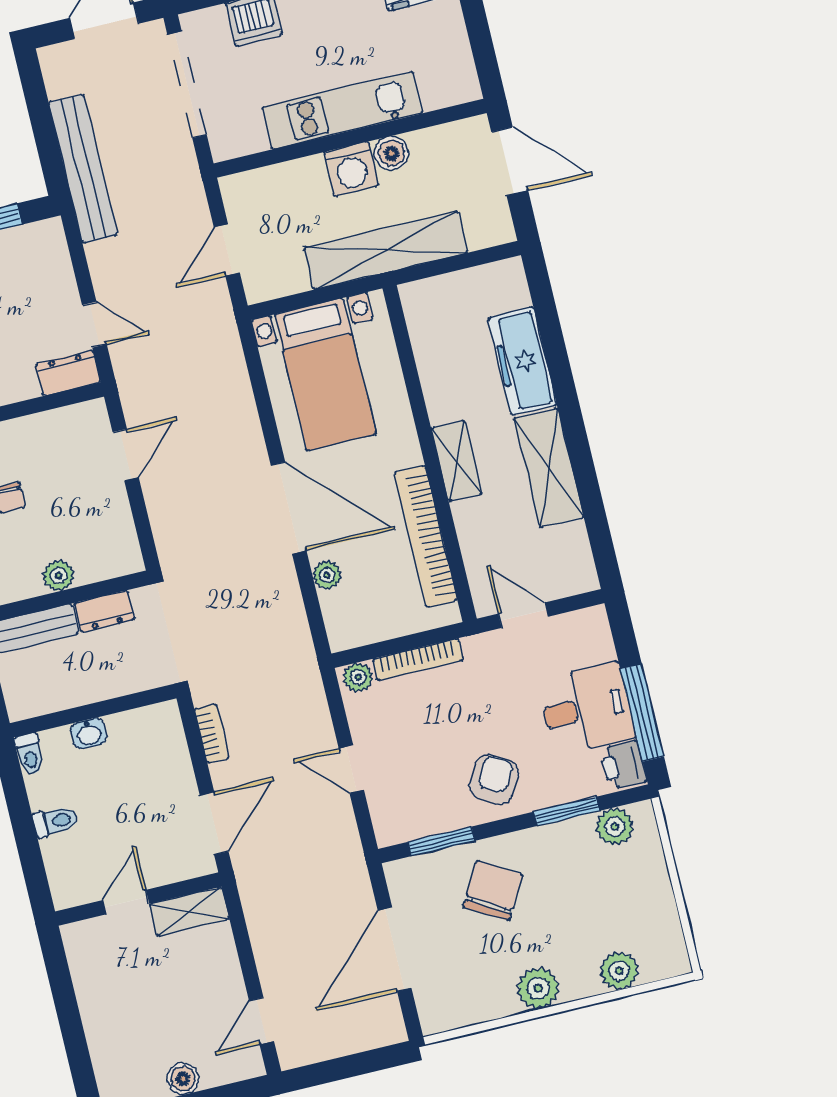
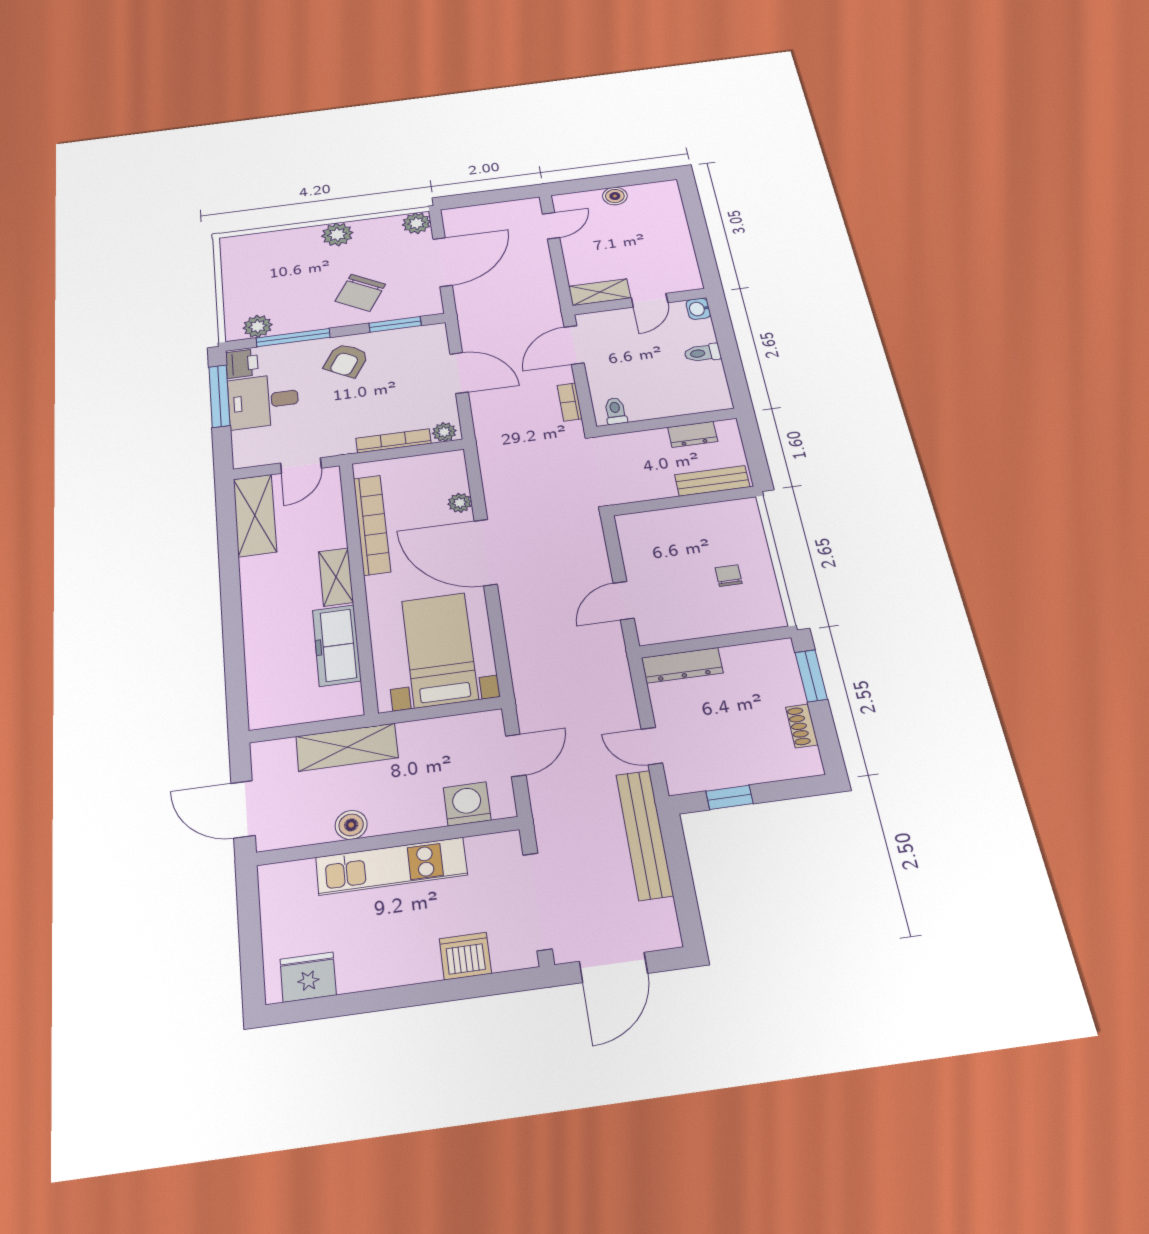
washing machine: (351, 169) -> (467, 804), moved
shelving: (386, 250) -> (347, 747), width x0.68
door: (94, 325) -> (652, 746), moved
freezer: (522, 361) -> (337, 645), moved, turned 180
dresser: (68, 373) -> (682, 665), width x1.44
shelving: (549, 468) -> (255, 515), moved
plant: (59, 576) -> (689, 517), removed
dresser: (105, 611) -> (693, 434), moved, turned 180
door: (523, 615) -> (301, 466), hinge flipped
washbasin: (89, 733) -> (698, 309), moved, turned -90
toilet: (30, 754) -> (615, 411), moved
door: (351, 769) -> (459, 373), width x1.38
window: (567, 811) -> (293, 338), width x1.44
plant: (619, 971) -> (416, 223), moved

